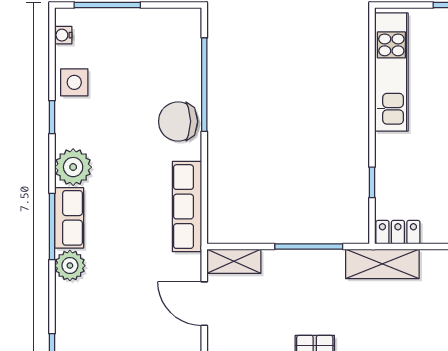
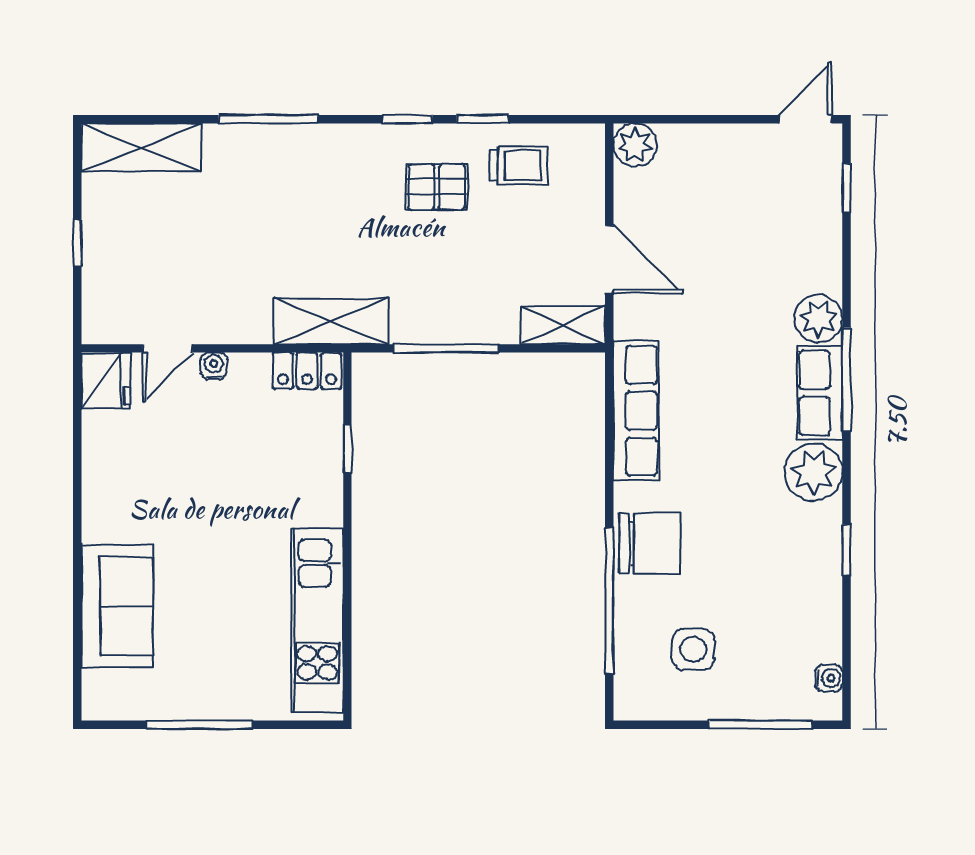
side table: (74, 82) -> (693, 649), moved

